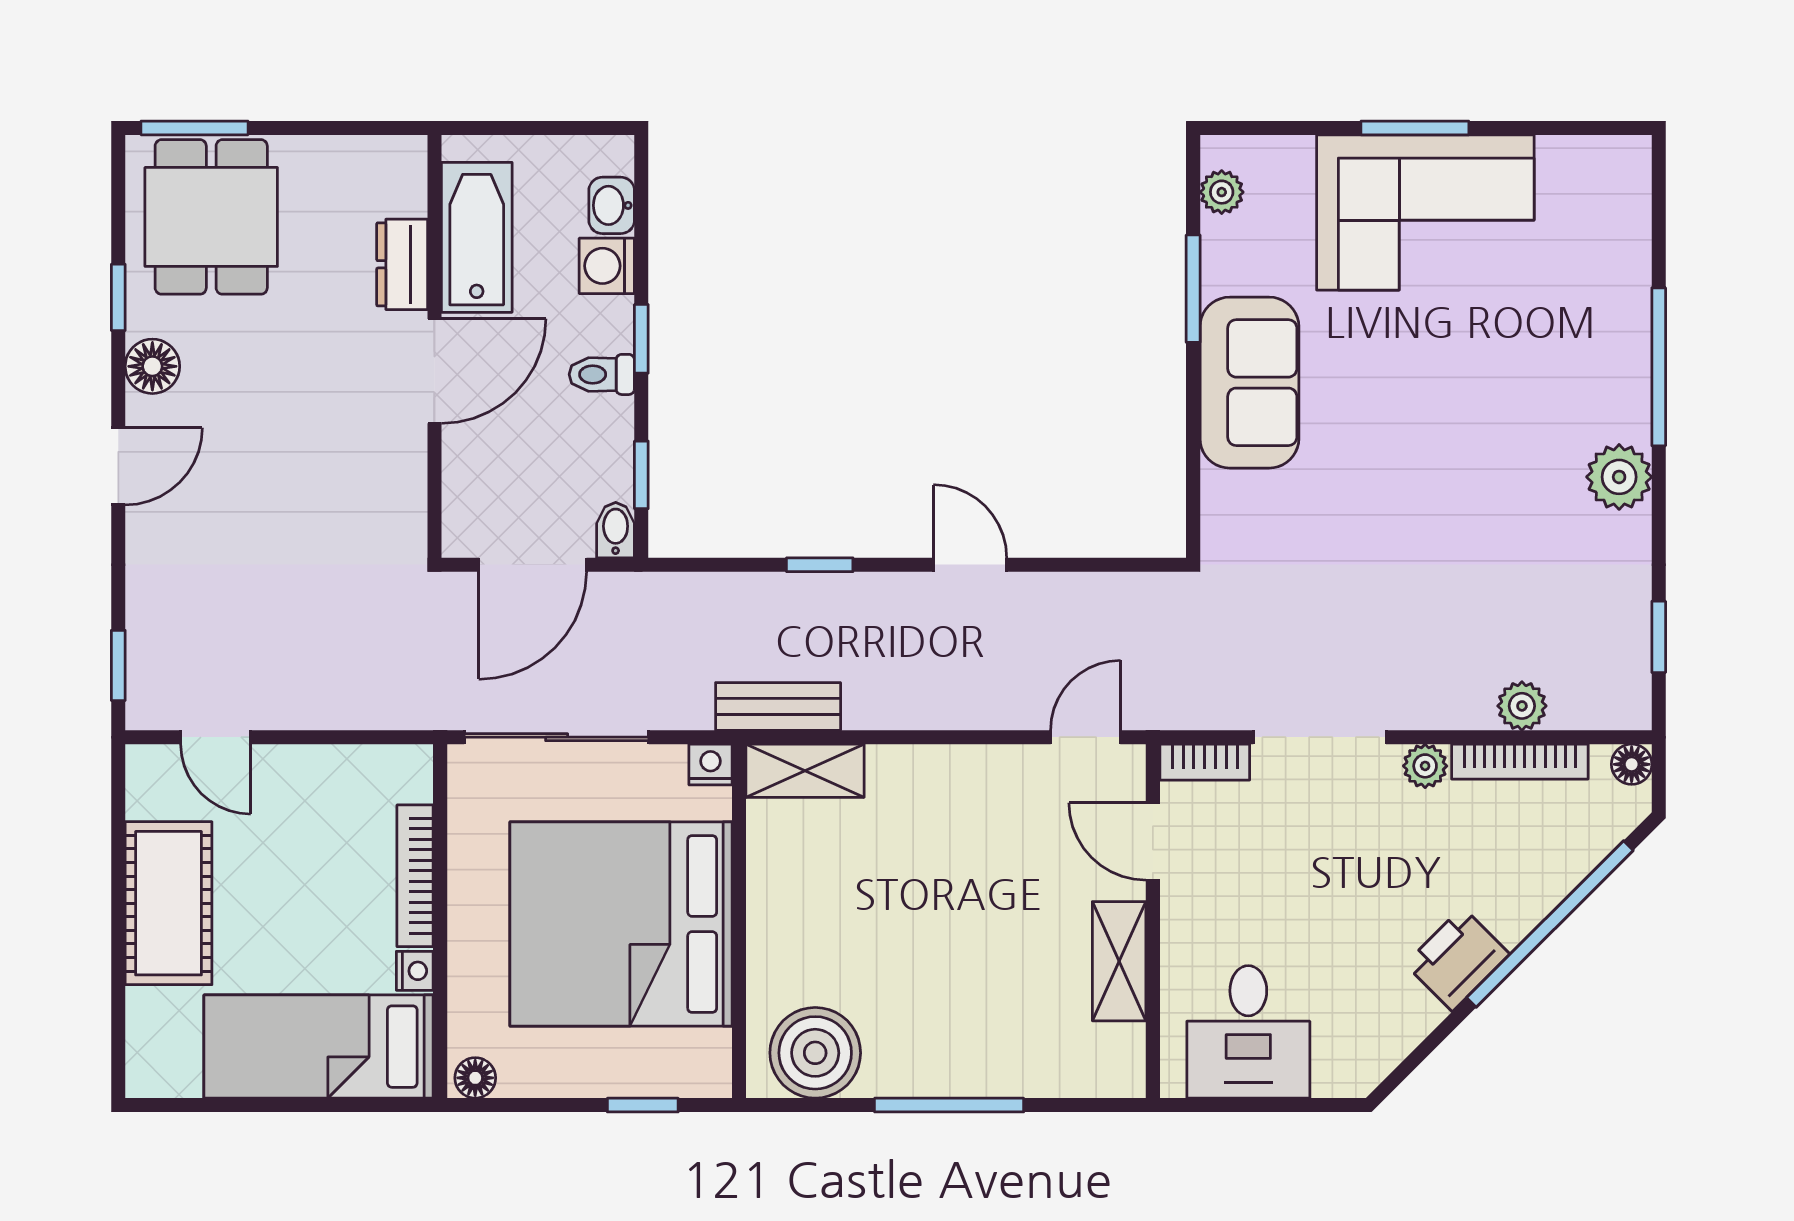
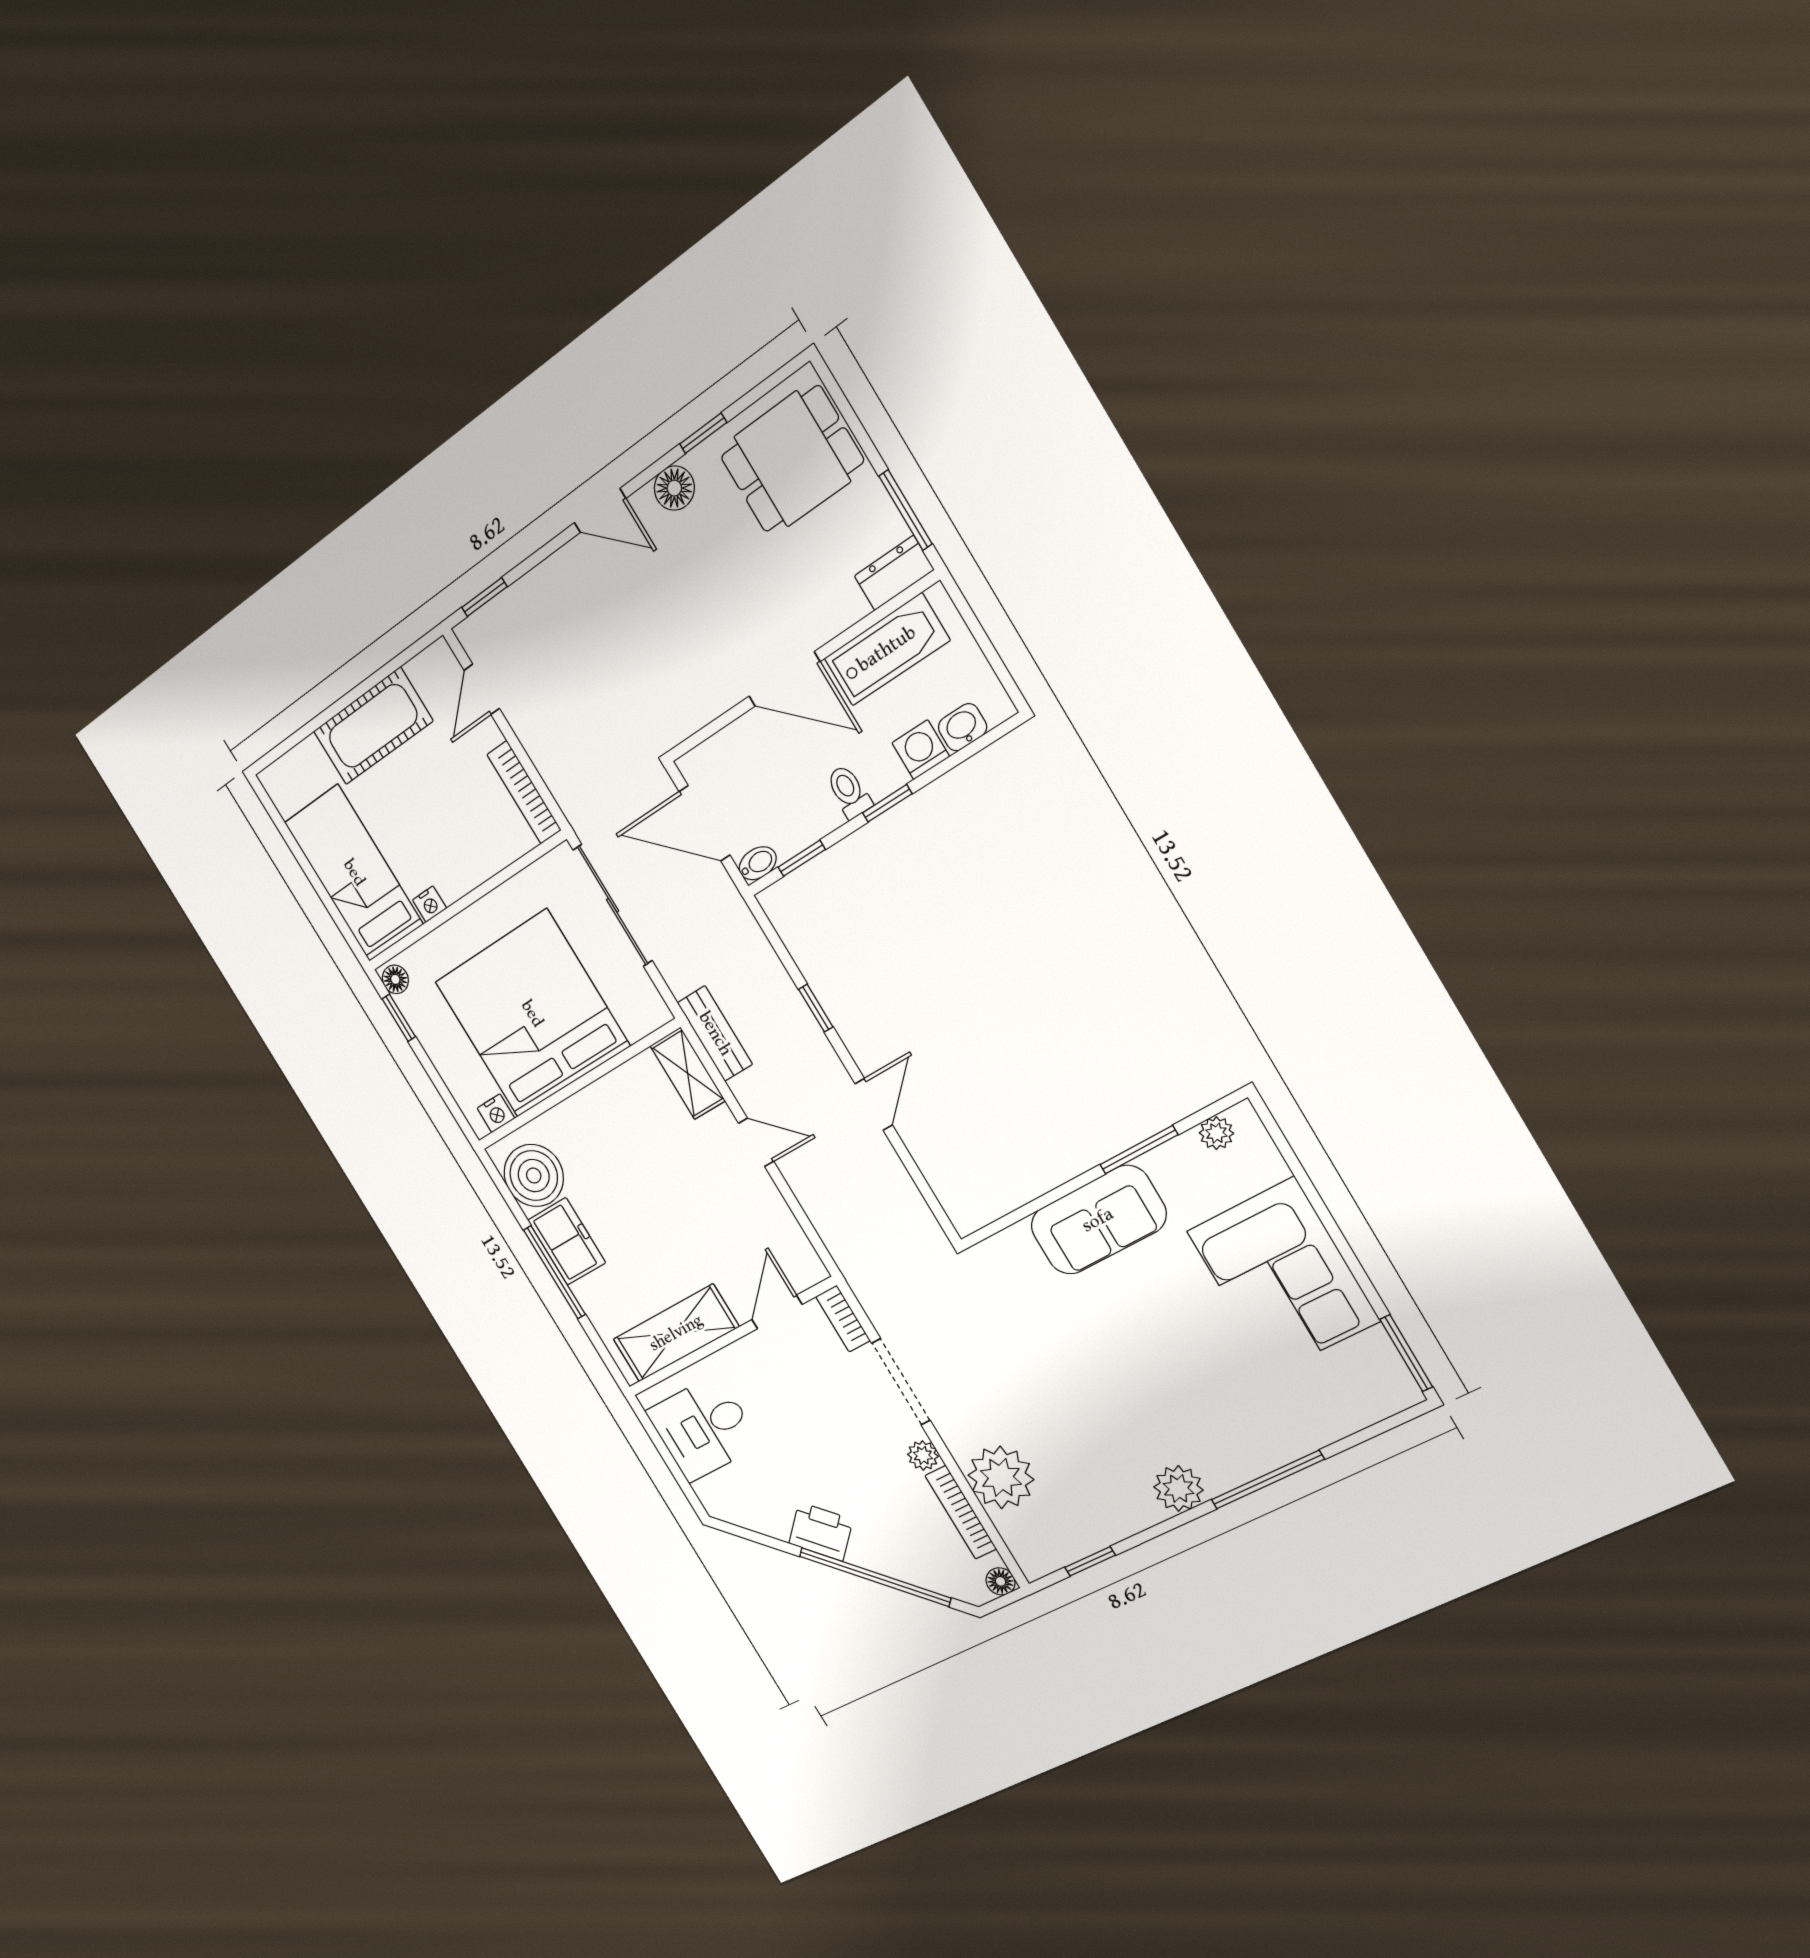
window: (194, 128) -> (905, 510), moved
window: (1415, 128) -> (1406, 1353), moved
dresser: (402, 264) -> (894, 573), moved
plant: (1522, 706) -> (1001, 1477), width x1.87, depth x1.87
door: (1085, 737) -> (756, 1142), moved
nightstand: (711, 765) -> (496, 1113), moved, turned 90
bookcase: (415, 876) -> (524, 792), moved, turned -90
shelving: (1119, 961) -> (676, 1333), width x1.50, depth x1.33
freezer: (920, 1063) -> (567, 1241), added
window: (643, 1105) -> (399, 1018), moved

